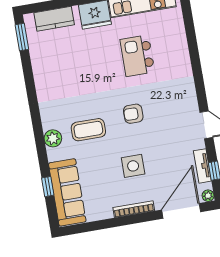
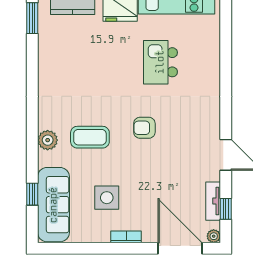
side table: (133, 166) -> (107, 198), moved
bookcase: (134, 209) -> (126, 237), width x0.64
door: (181, 211) -> (180, 248), hinge flipped

